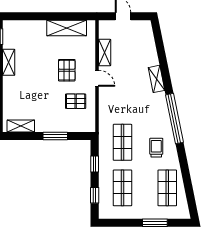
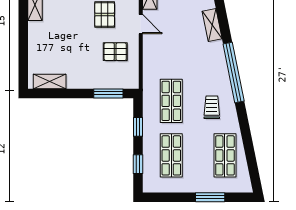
window: (55, 136) -> (108, 93), moved

